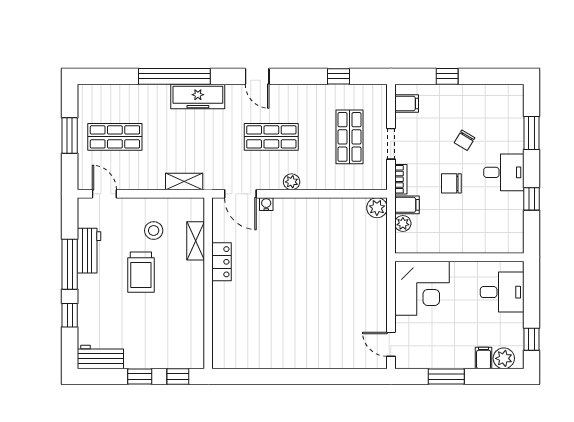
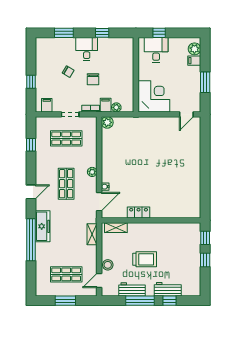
shop shelf: (115, 137) -> (66, 274), turned 90
stool: (154, 231) -> (108, 265), moved
shelving: (196, 241) -> (116, 228), moved
window: (531, 339) -> (159, 33), moved
workbench: (100, 357) -> (168, 289), moved, turned 90

